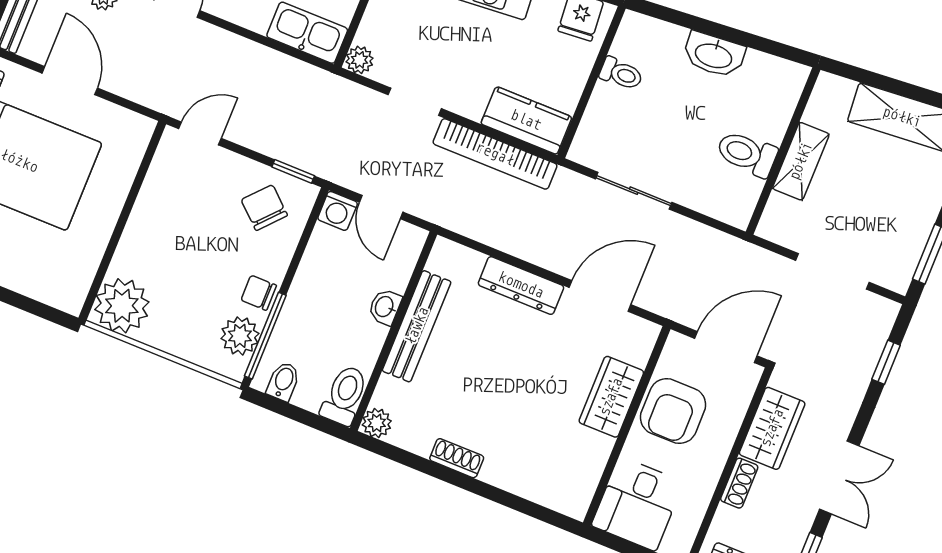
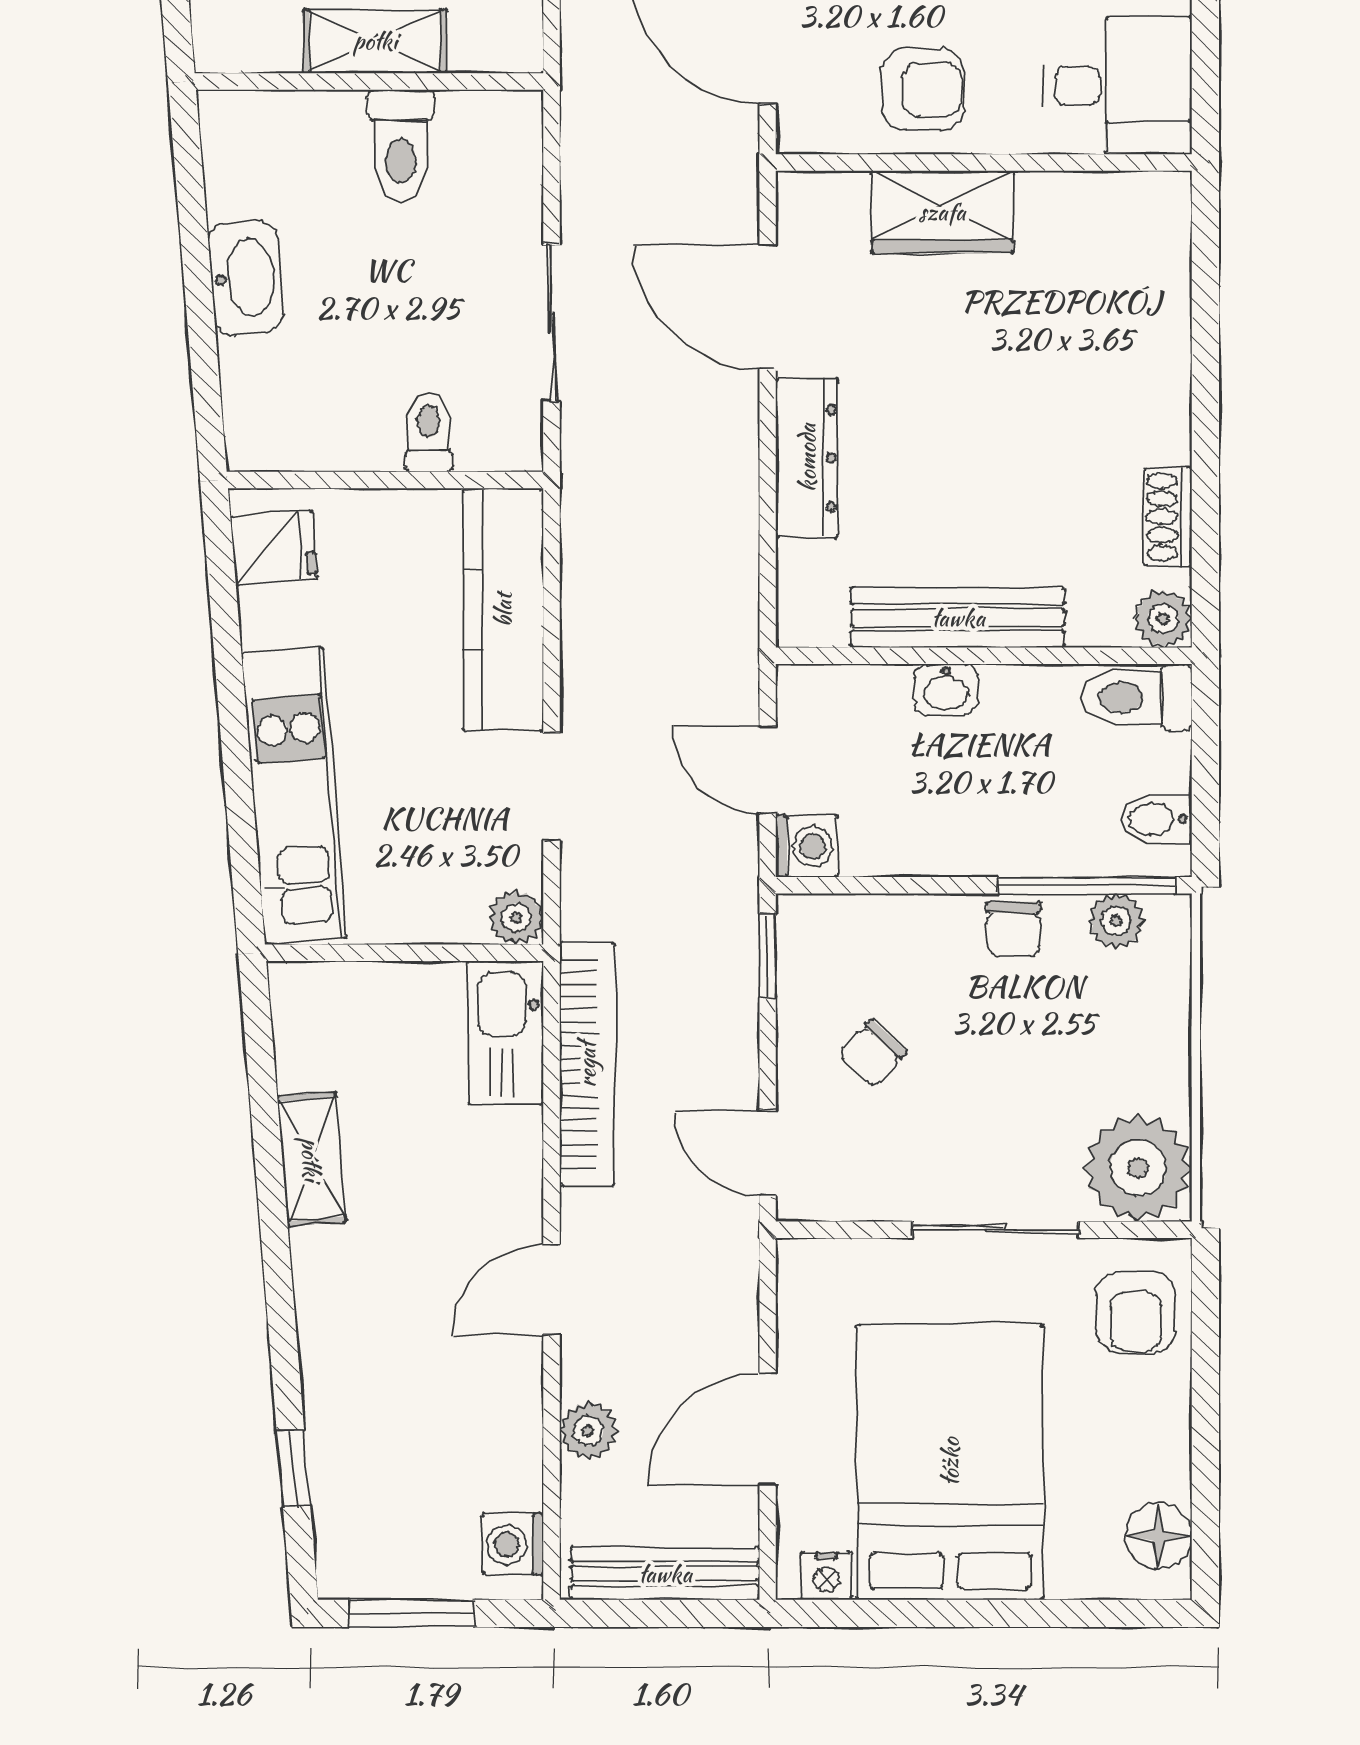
toilet: (621, 74) -> (429, 432), moved
kitchen counter: (526, 120) -> (503, 610), width x1.50
bookcase: (495, 154) -> (587, 1065), moved
door: (381, 207) -> (768, 770), swing flipped
chair: (264, 208) -> (872, 1054), moved, width x0.73, depth x0.73
sliding door: (120, 226) -> (995, 1230), added
armchair: (54, 277) -> (1136, 1312), added
plant: (240, 336) -> (1116, 921), width x0.73, depth x0.73
armchair: (673, 411) -> (923, 89), width x0.72, depth x0.72
shoe rack: (457, 458) -> (1168, 517), moved

